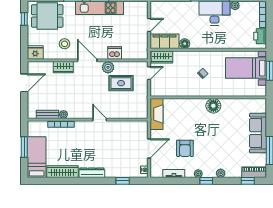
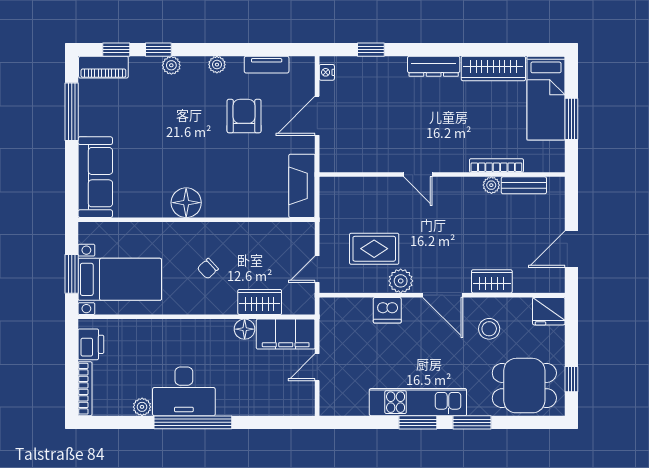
wardrobe: (162, 57) -> (260, 302), moved
sofa: (258, 133) -> (95, 177), moved
window: (206, 181) -> (158, 50), moved

